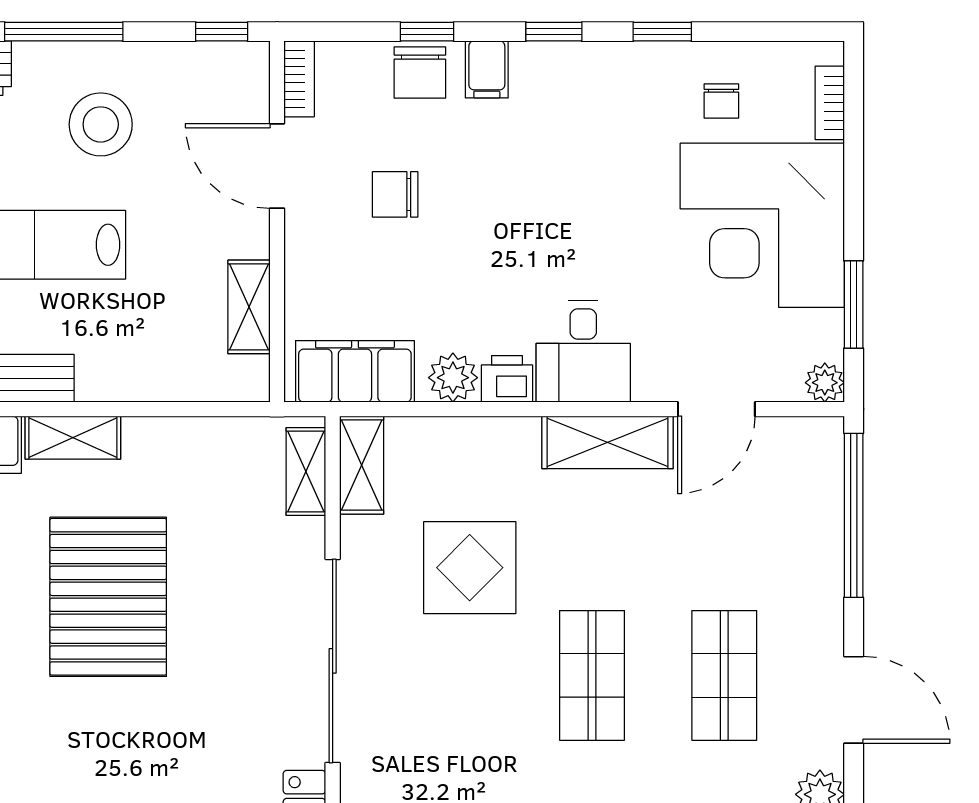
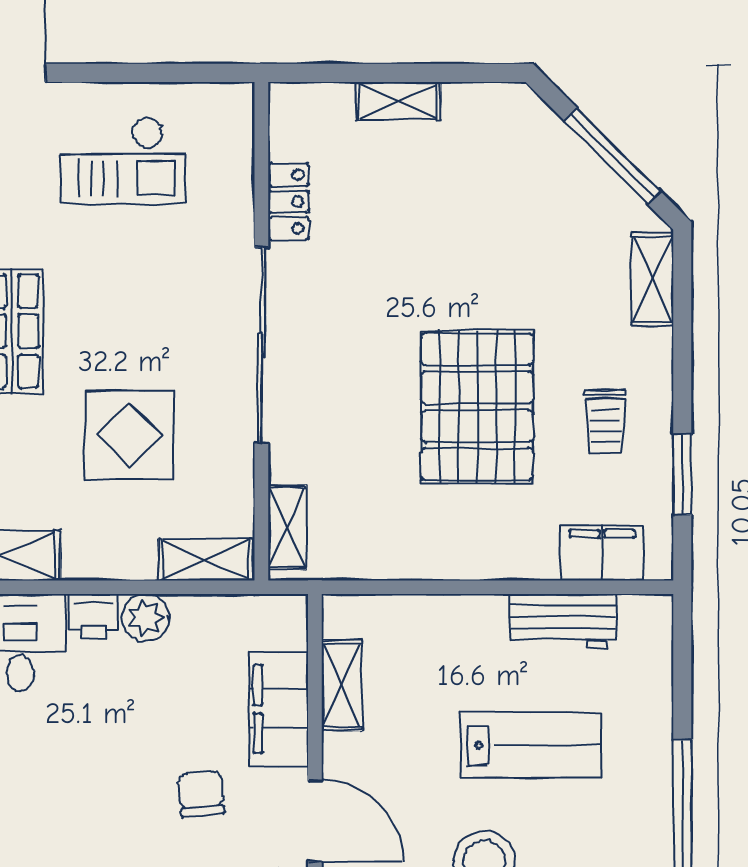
chair: (395, 194) -> (201, 794), turned -95
filing cabinet: (355, 371) -> (279, 709), moved, turned 90
shelving: (73, 438) -> (511, 560), removed
shelving: (362, 465) -> (206, 559), moved, turned 90

